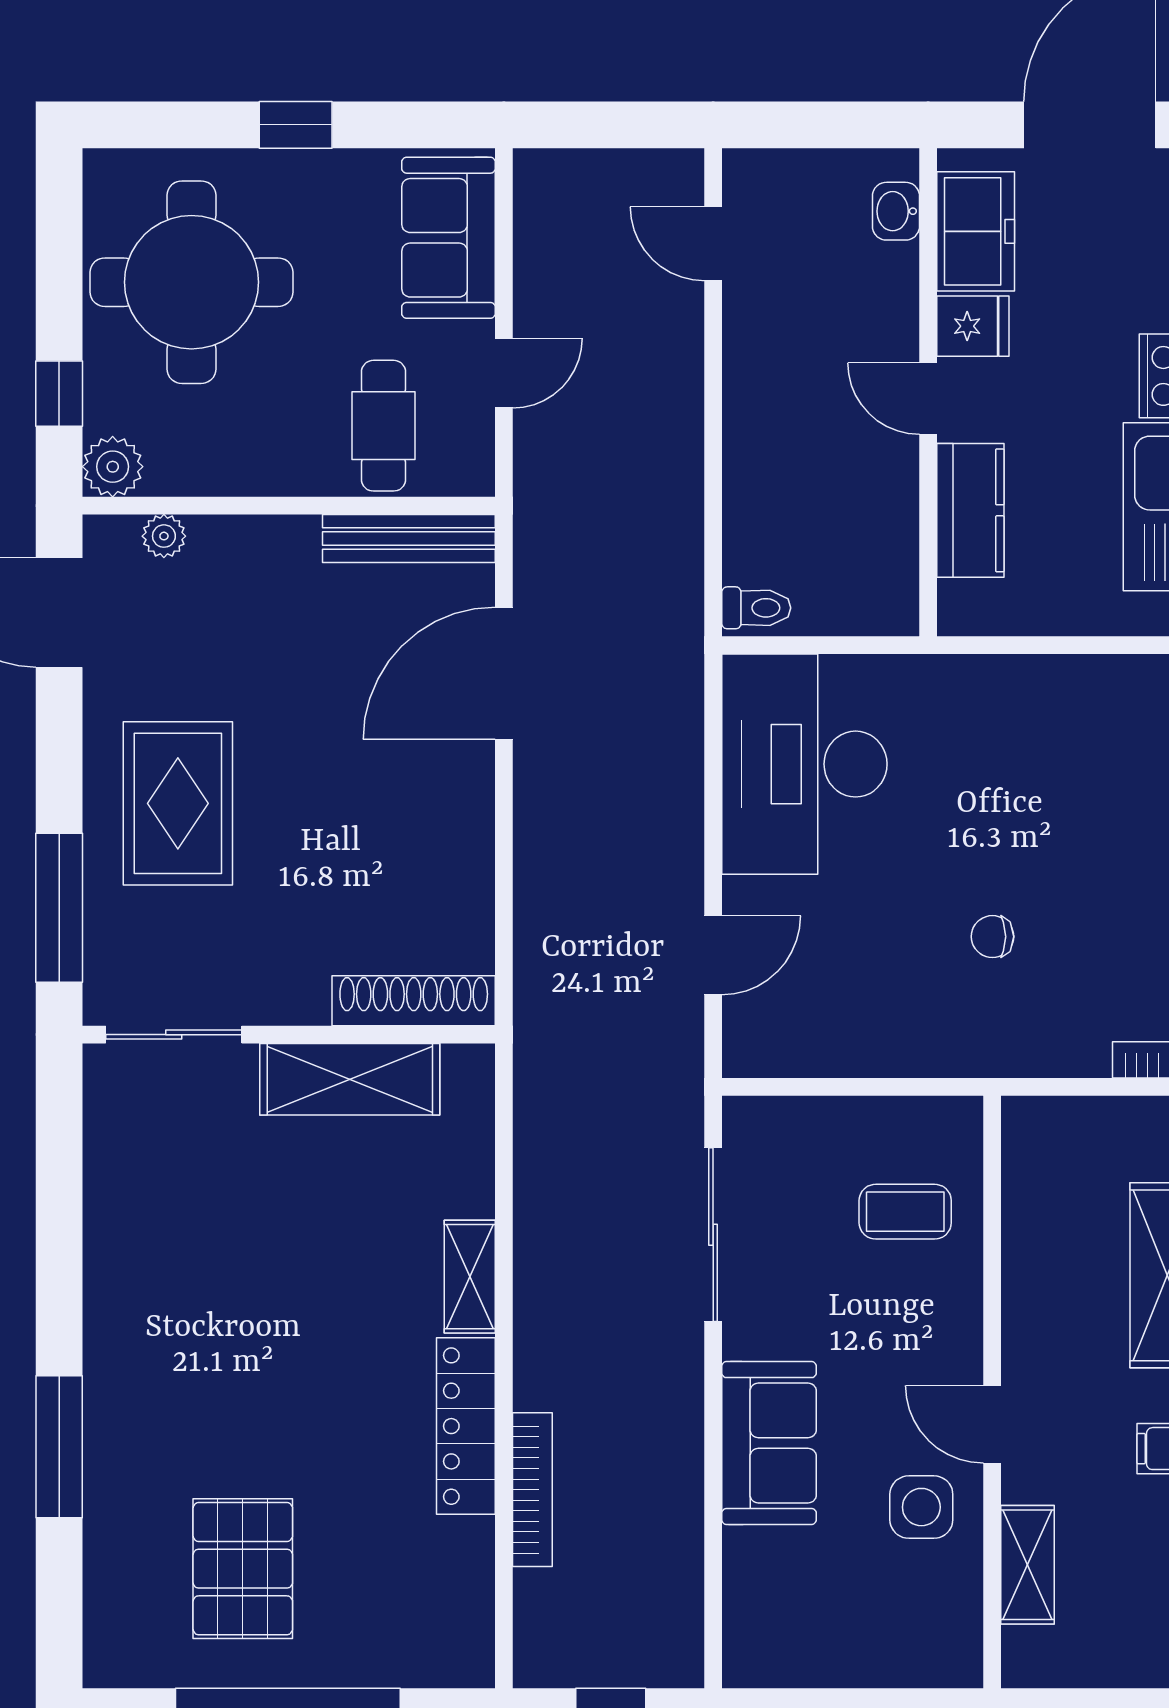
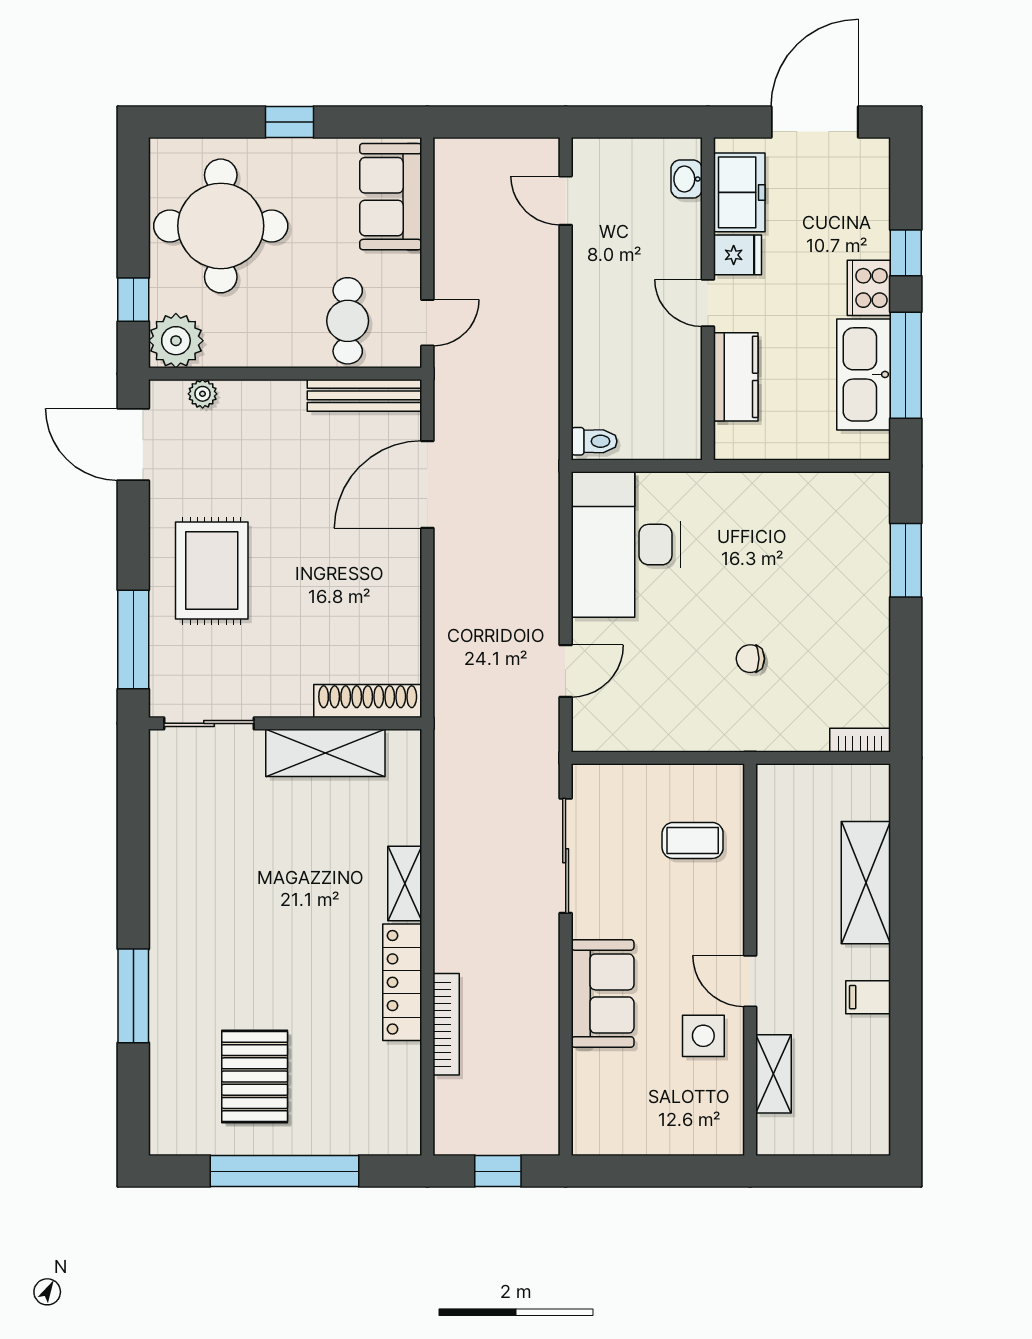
door: (504, 373) -> (427, 323), moved
plant: (113, 467) -> (176, 341), width x1.36, depth x1.36

